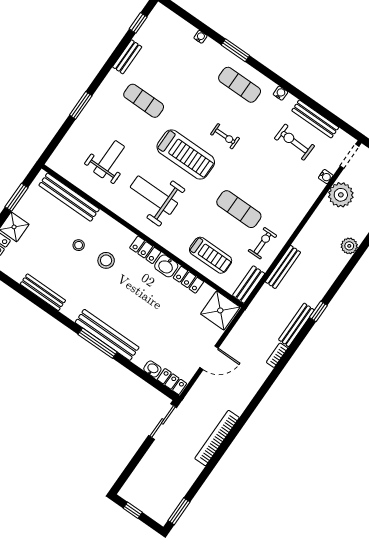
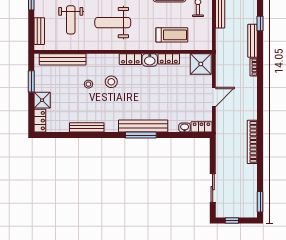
weight bench: (109, 159) -> (71, 20), turned 180
bench: (249, 285) -> (39, 31), moved
sliding door: (163, 421) -> (213, 188), moved

